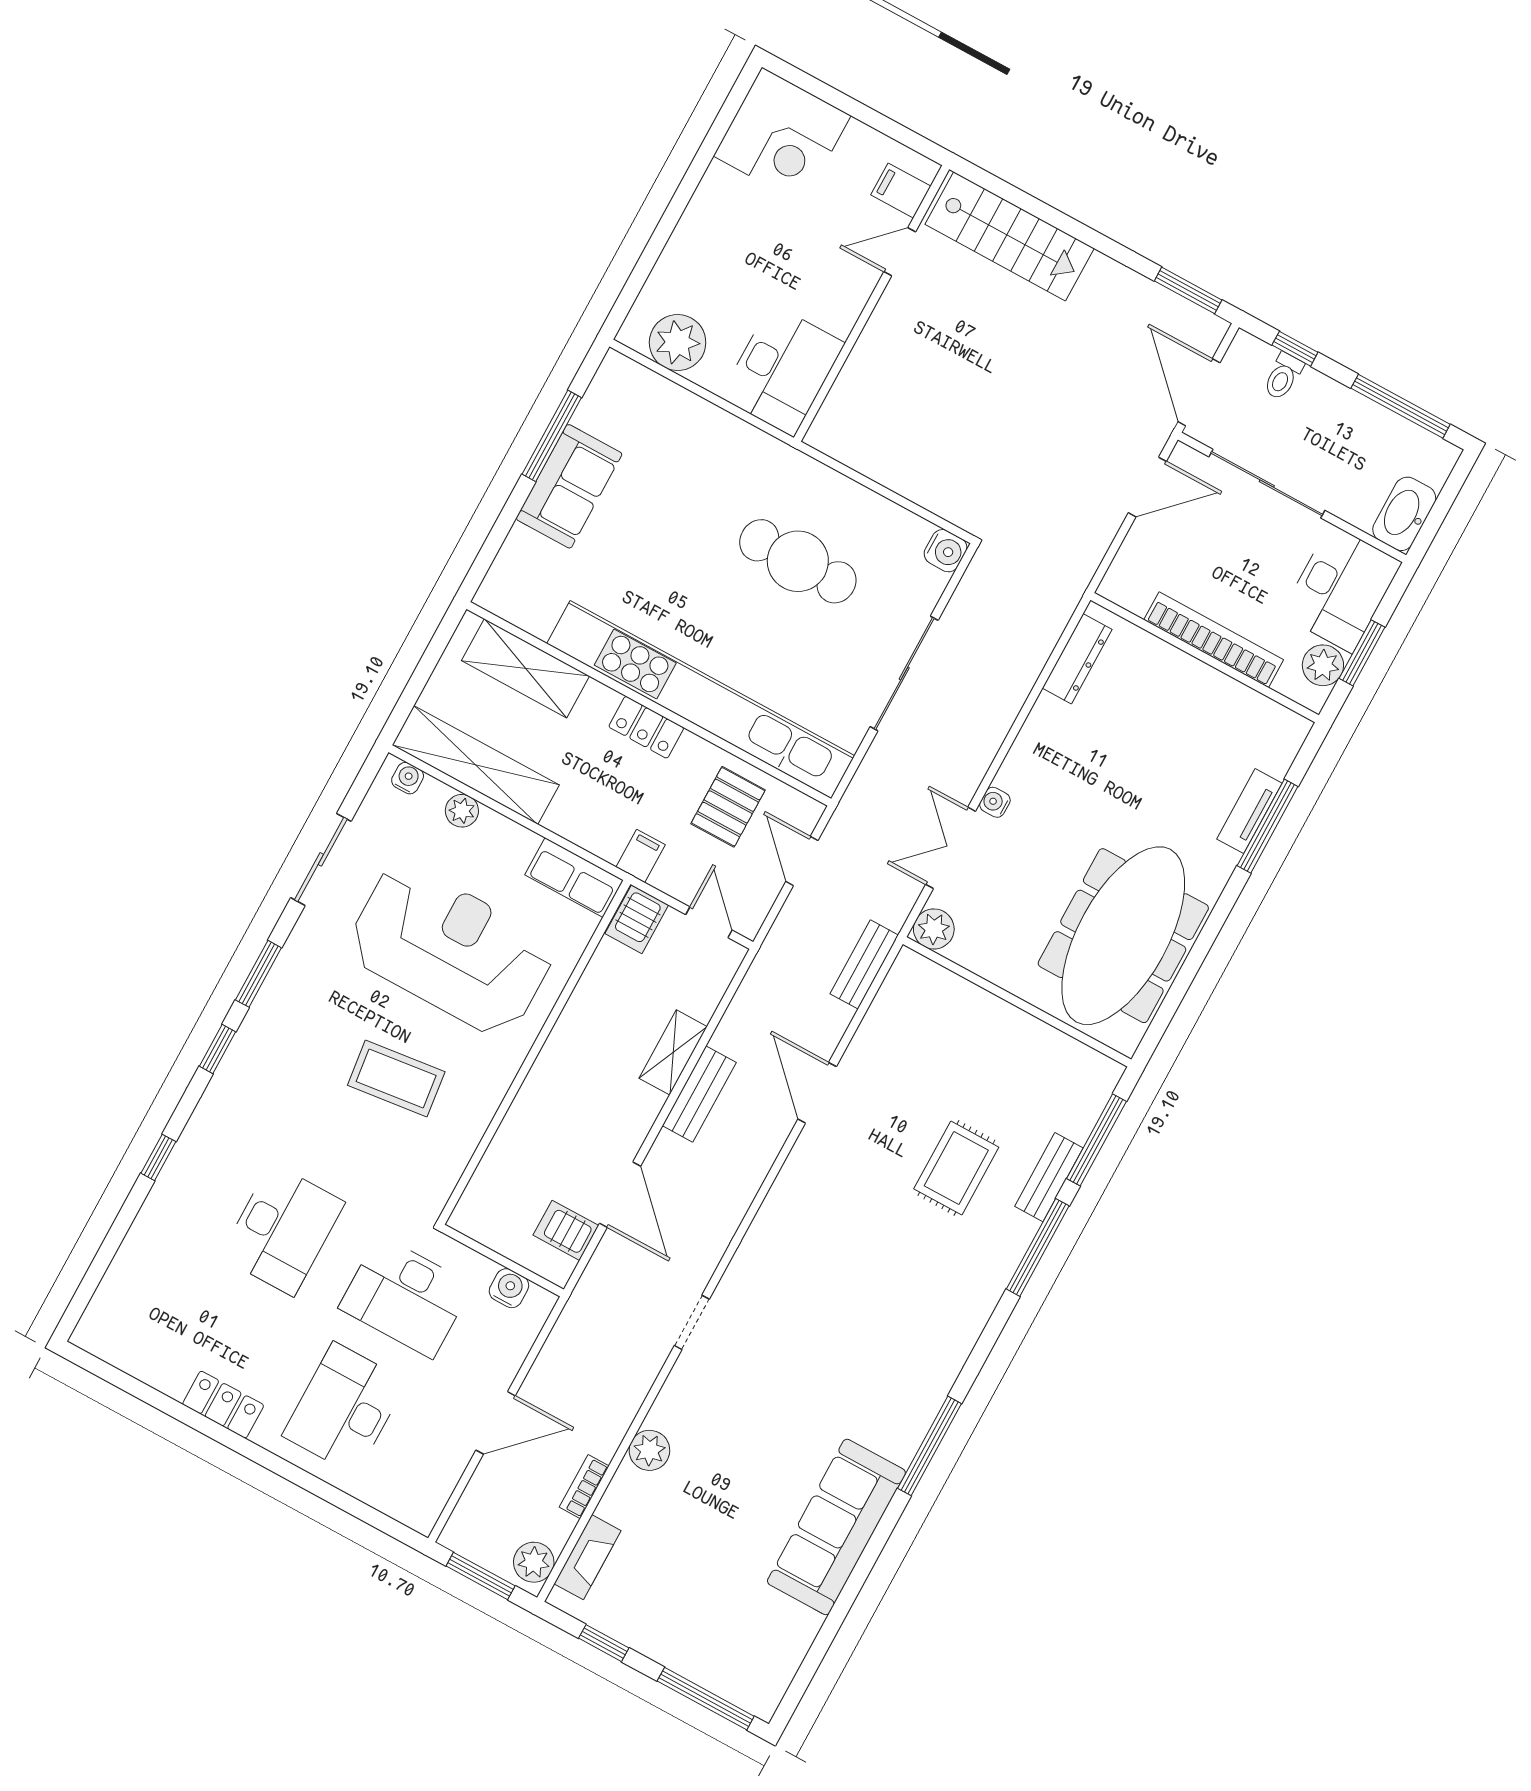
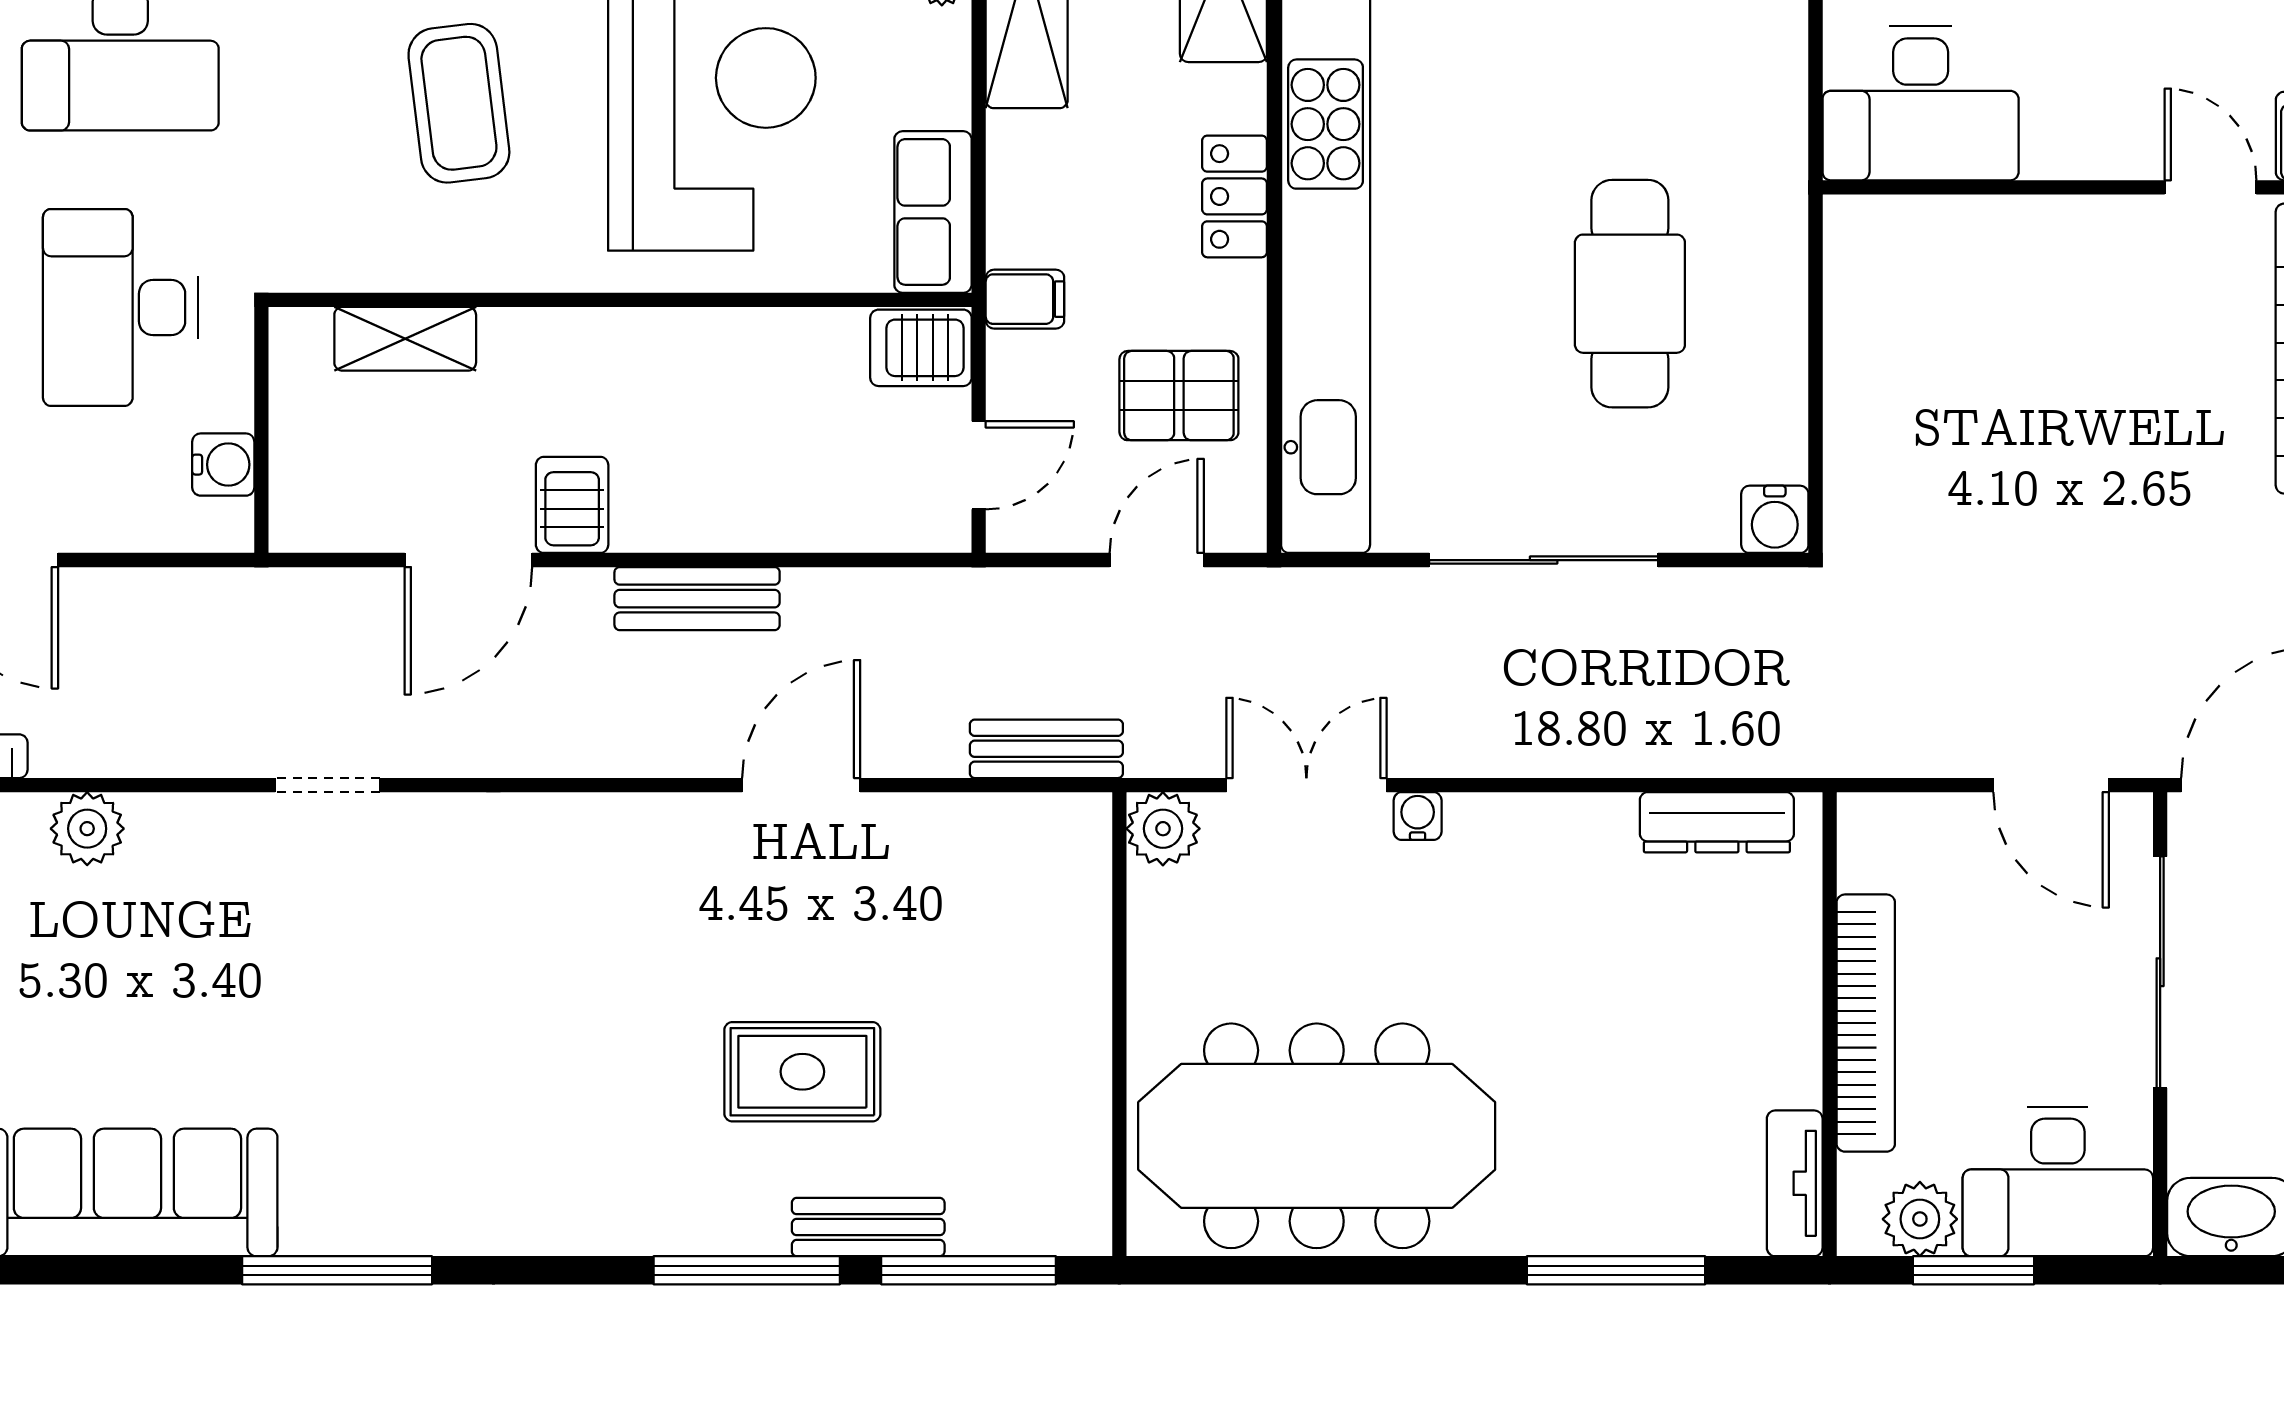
tv unit: (1249, 811) -> (1795, 1183), moved, turned -90
shelving: (673, 1052) -> (405, 339), moved
server rack: (566, 1230) -> (572, 505), moved

